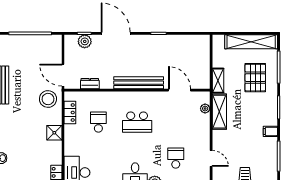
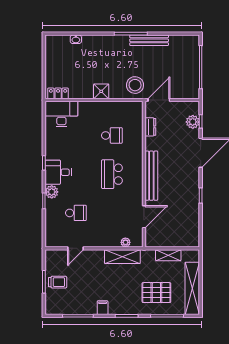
shelving: (218, 81) -> (168, 255), moved
locker: (70, 113) -> (121, 107), removed

